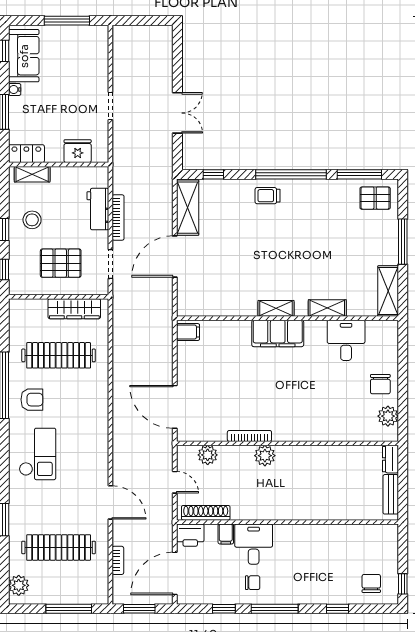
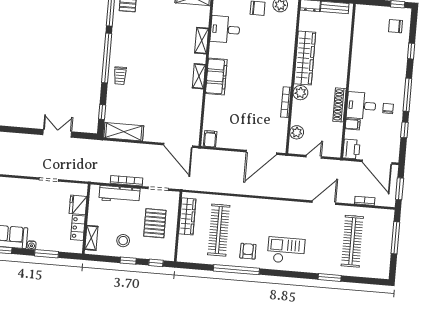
locker: (26, 154) -> (78, 228), moved
workbench: (98, 209) -> (119, 194), width x1.38
door: (175, 256) -> (178, 145), moved
wardrobe: (315, 458) -> (305, 58), added
shoe rack: (206, 513) -> (339, 105), moved
plant: (19, 585) -> (376, 271), removed

